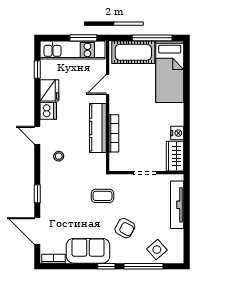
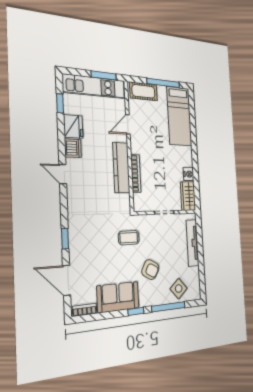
cot: (133, 52) -> (143, 91), width x0.73, depth x0.75
stool: (59, 156) -> (85, 197), removed

